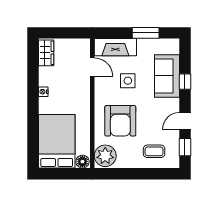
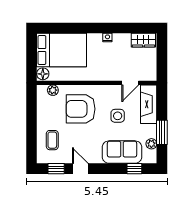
plant: (158, 44) -> (151, 144), added
window: (185, 82) -> (134, 169), moved
plant: (105, 156) -> (53, 90), width x0.53, depth x0.53

